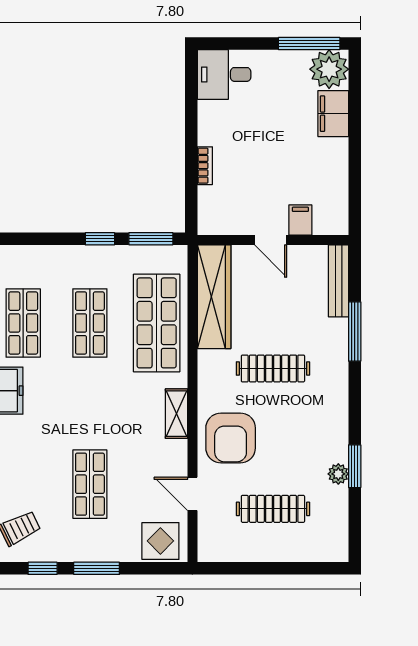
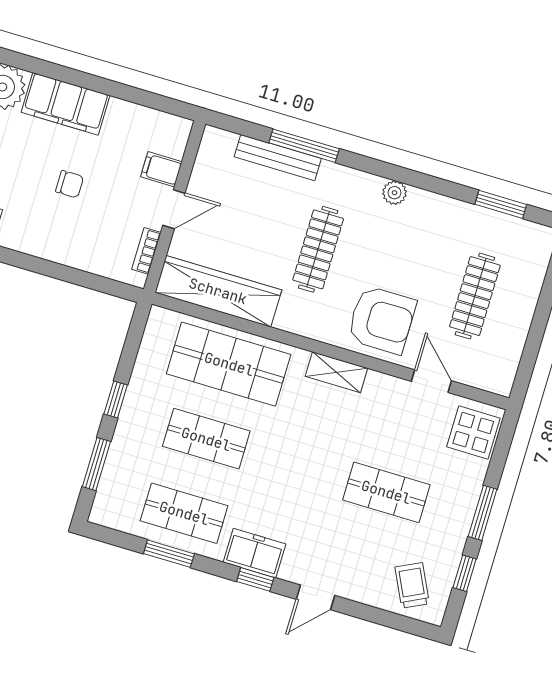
filing cabinet: (333, 114) -> (65, 104), width x1.50, depth x1.17
chair: (266, 148) -> (70, 184), added
bookcase: (205, 166) -> (146, 251), moved, turned -90
window: (151, 239) -> (96, 464), moved
bench: (339, 281) -> (278, 158), moved
window: (355, 466) -> (501, 204), moved
plant: (338, 474) -> (394, 193), moved
door: (192, 494) -> (431, 381), swing flipped

